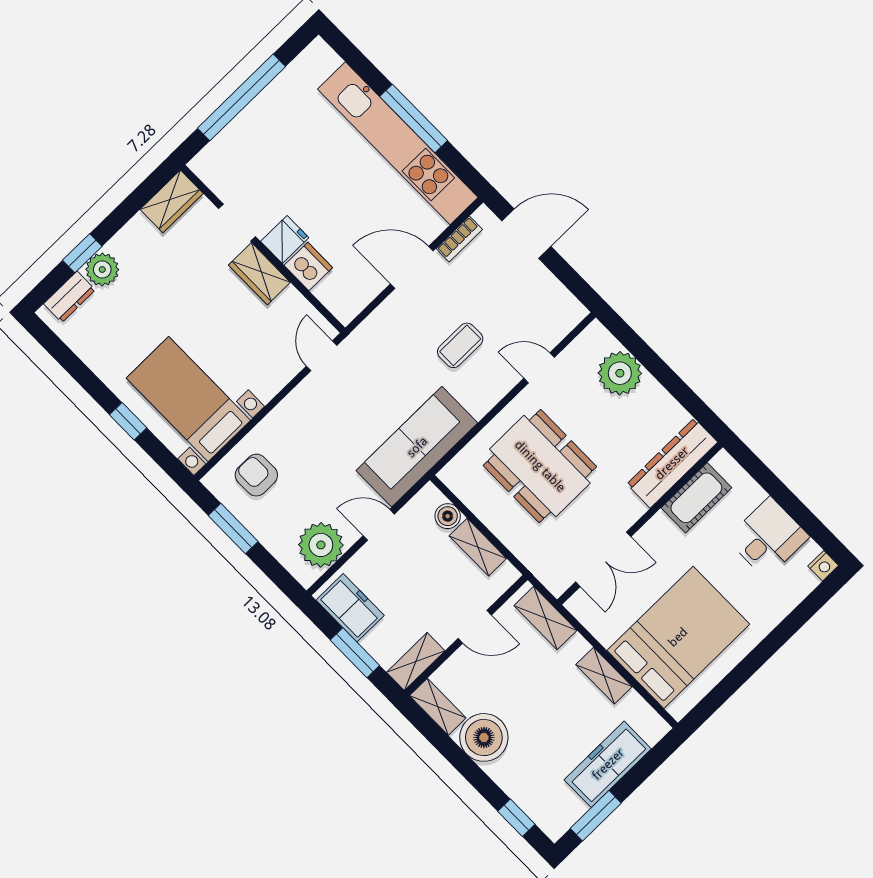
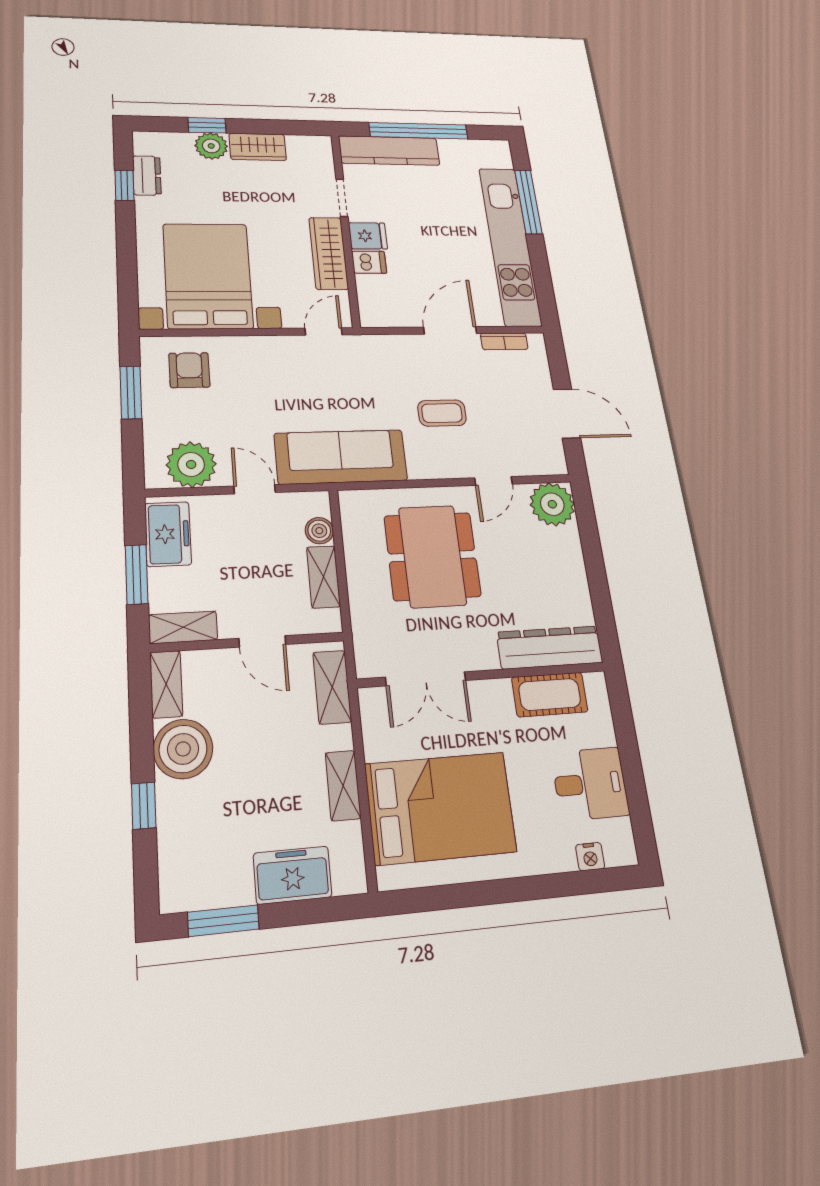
window: (414, 119) -> (528, 202), moved
kitchen counter: (235, 141) -> (389, 151), added
wardrobe: (172, 201) -> (258, 147), moved
door: (526, 234) -> (567, 414), moved
dishwasher: (308, 266) -> (369, 262), width x0.73
door: (412, 267) -> (450, 330), hinge flipped
wardrobe: (259, 274) -> (329, 253), width x1.50
dresser: (69, 297) -> (147, 176), moved, turned -90
door: (539, 368) -> (493, 481), swing flipped
plant: (620, 373) -> (552, 504), moved
bed with nightstands: (188, 399) -> (208, 276), width x1.36
window: (128, 421) -> (124, 185), moved
nightstand: (823, 566) -> (590, 857), moved
freezer: (608, 764) -> (293, 875), width x0.71
window: (516, 818) -> (144, 806), moved

